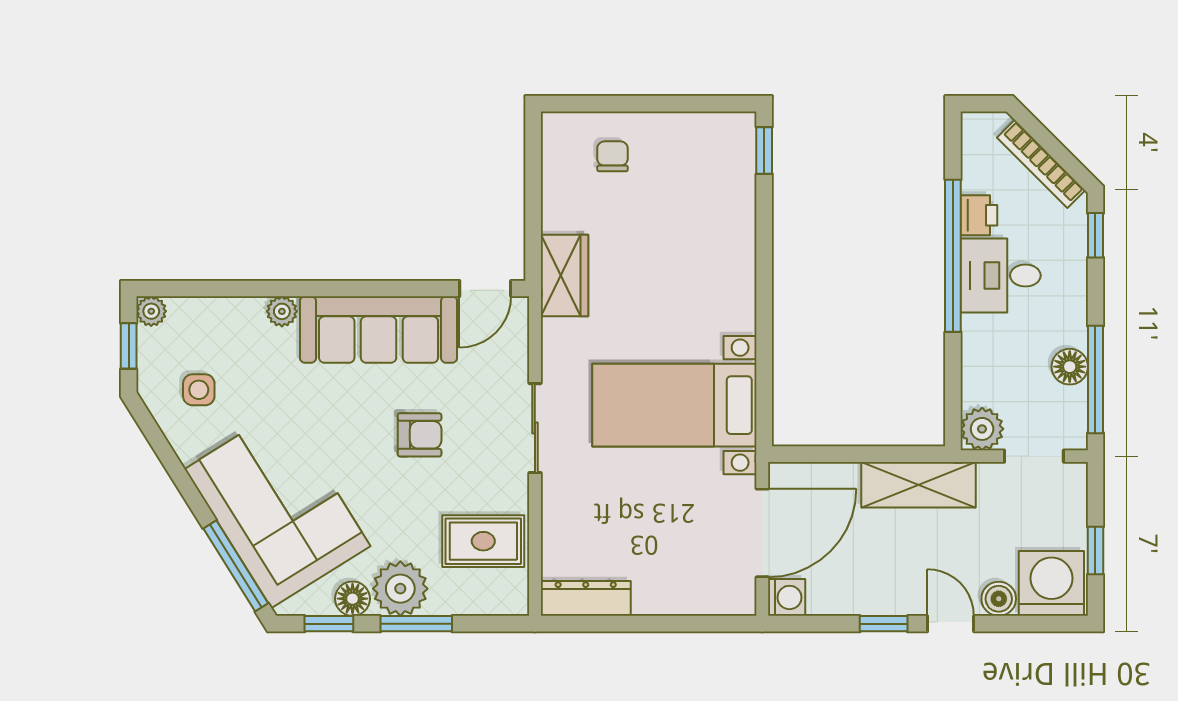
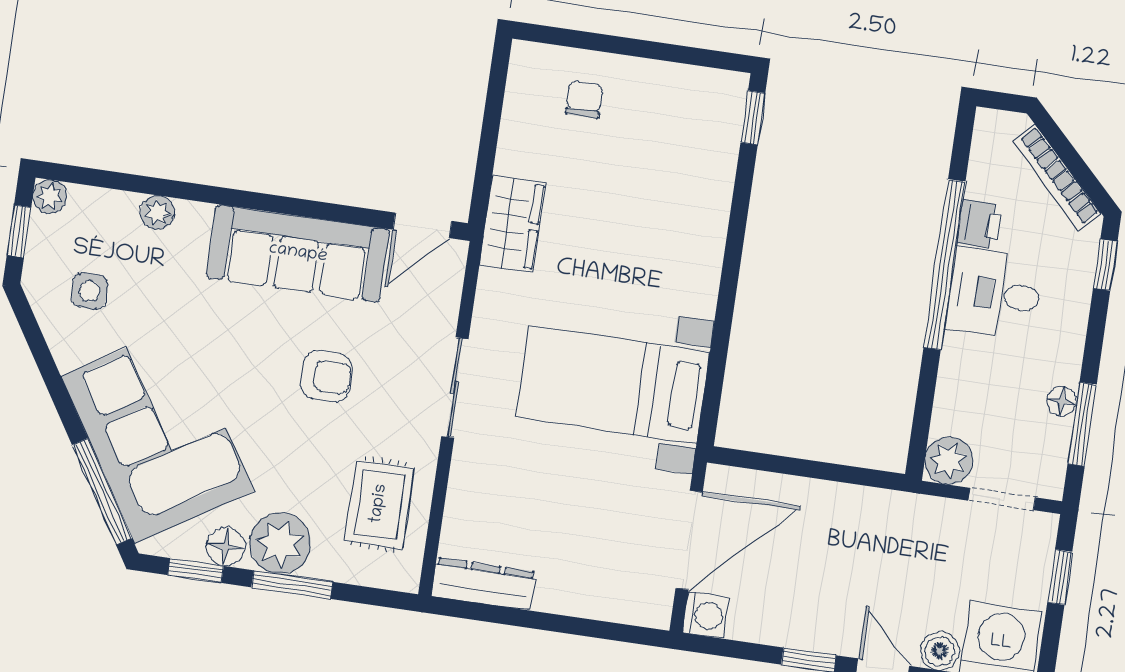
plant: (282, 311) -> (157, 213), moved
floor lamp: (1070, 367) -> (1062, 401), width x0.73, depth x0.73
window: (1095, 380) -> (1082, 424), width x0.69
shelving: (918, 485) -> (869, 512), removed
rug: (483, 541) -> (379, 504), turned 90
window: (1095, 551) -> (1060, 577), moved

